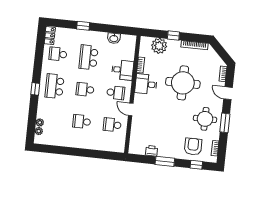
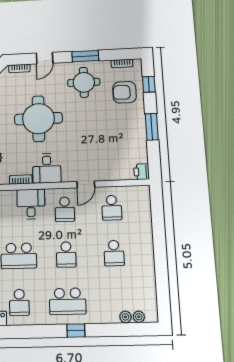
school desk: (116, 93) -> (65, 209), turned 180
printer: (152, 151) -> (141, 172), moved

